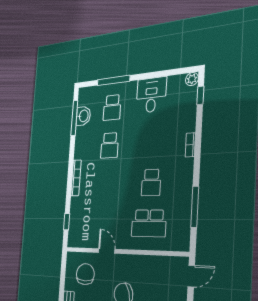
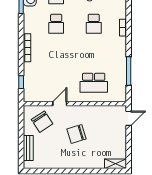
school desk: (151, 182) -> (94, 24), moved
door: (107, 251) -> (60, 104), hinge flipped
chair: (85, 274) -> (42, 122), turned 147

